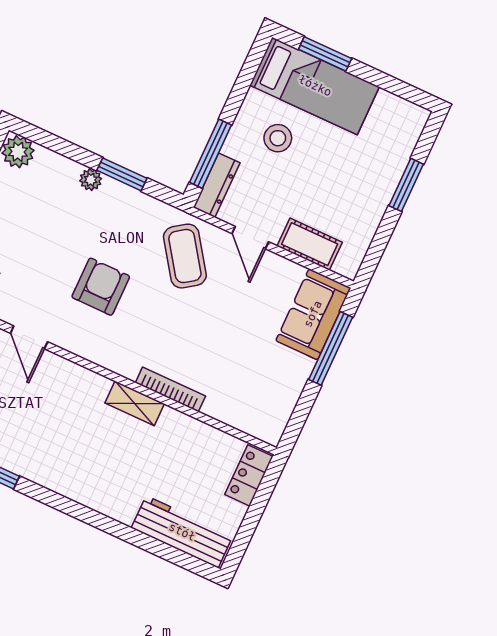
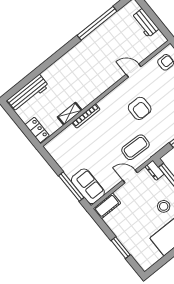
dresser: (217, 185) -> (155, 170), width x0.70
cot: (310, 244) -> (107, 206), moved
coffee table: (185, 256) -> (135, 147), turned -53
shelving: (135, 403) -> (70, 114), moved

